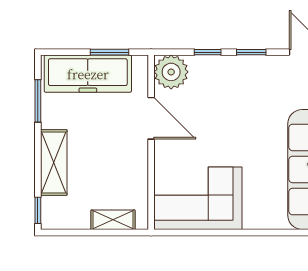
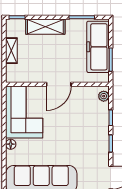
plant: (171, 72) -> (104, 96), width x0.53, depth x0.53
door: (151, 118) -> (59, 84), moved
shelving: (113, 220) -> (11, 51), moved
floor lamp: (252, 221) -> (11, 144), added

